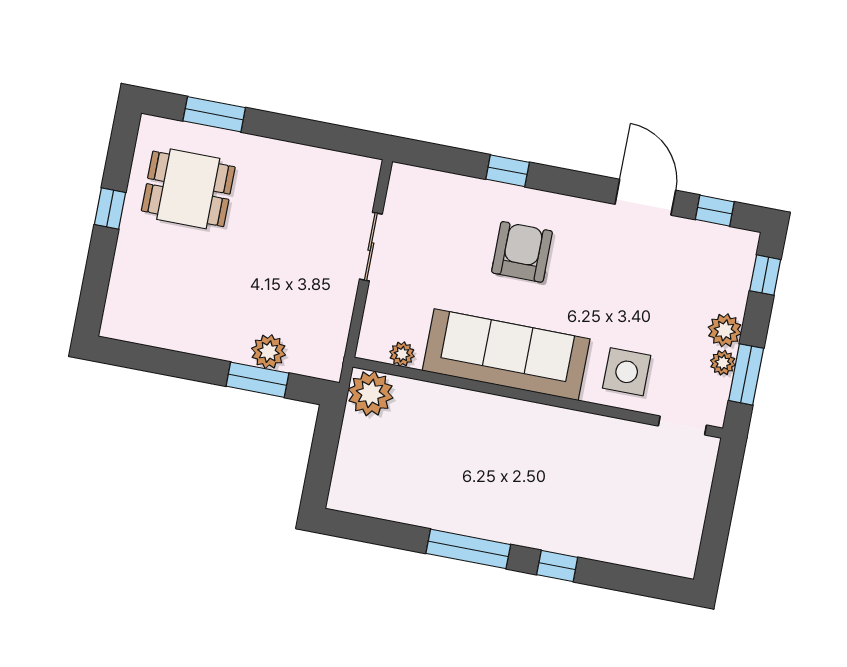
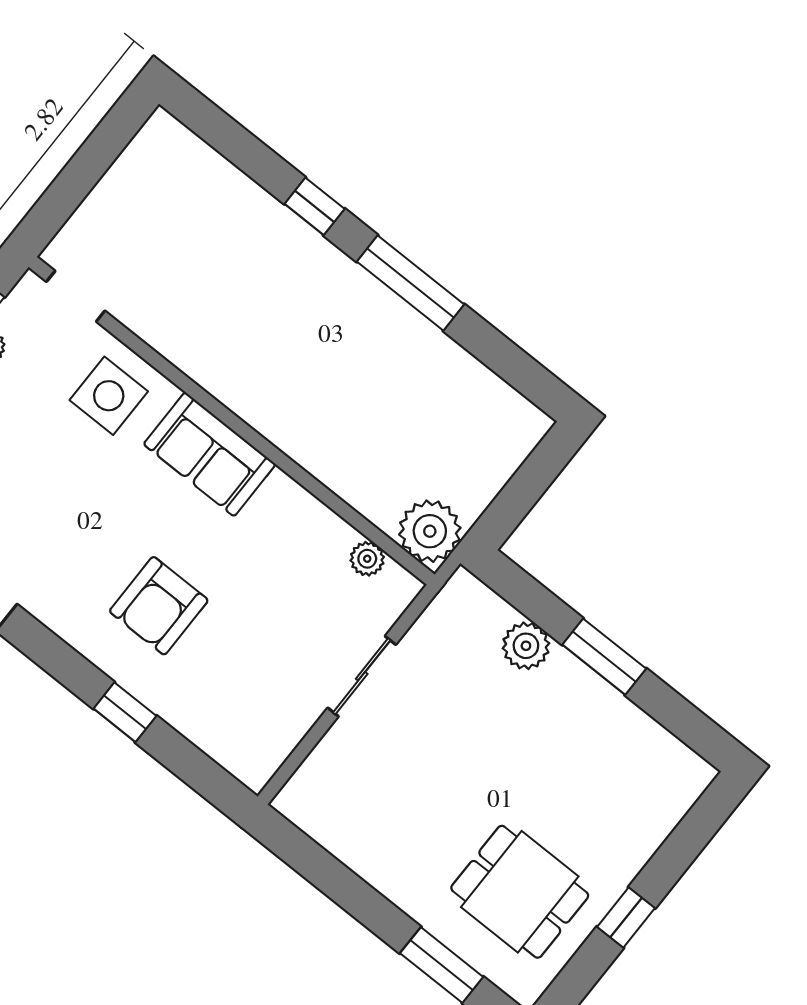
sliding door: (371, 247) -> (362, 676), moved
sofa: (506, 355) -> (210, 454), width x0.54, depth x0.79
window: (257, 380) -> (604, 657), moved

